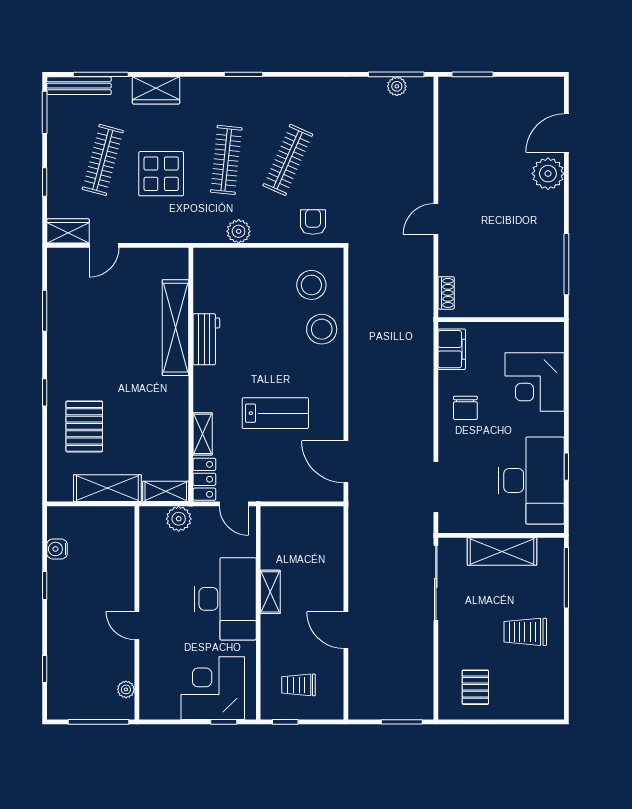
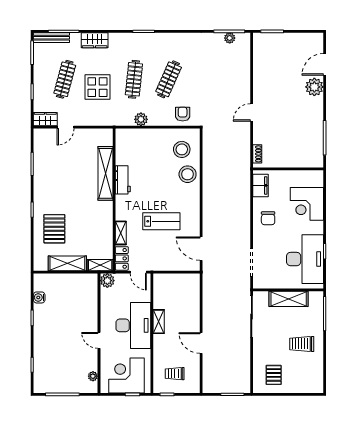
wall: (137, 613) -> (99, 333), moved
door: (137, 626) -> (99, 340), moved
plant: (126, 689) -> (93, 376), moved

